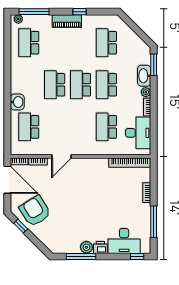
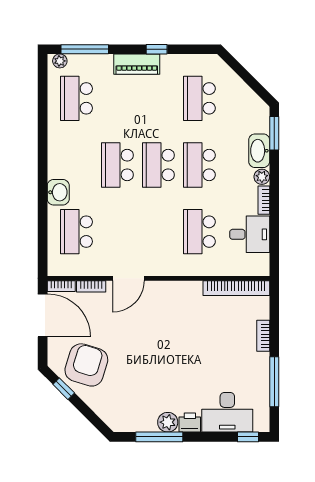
desk: (138, 133) -> (250, 234), width x0.73
armchair: (35, 211) -> (86, 365), turned 49

